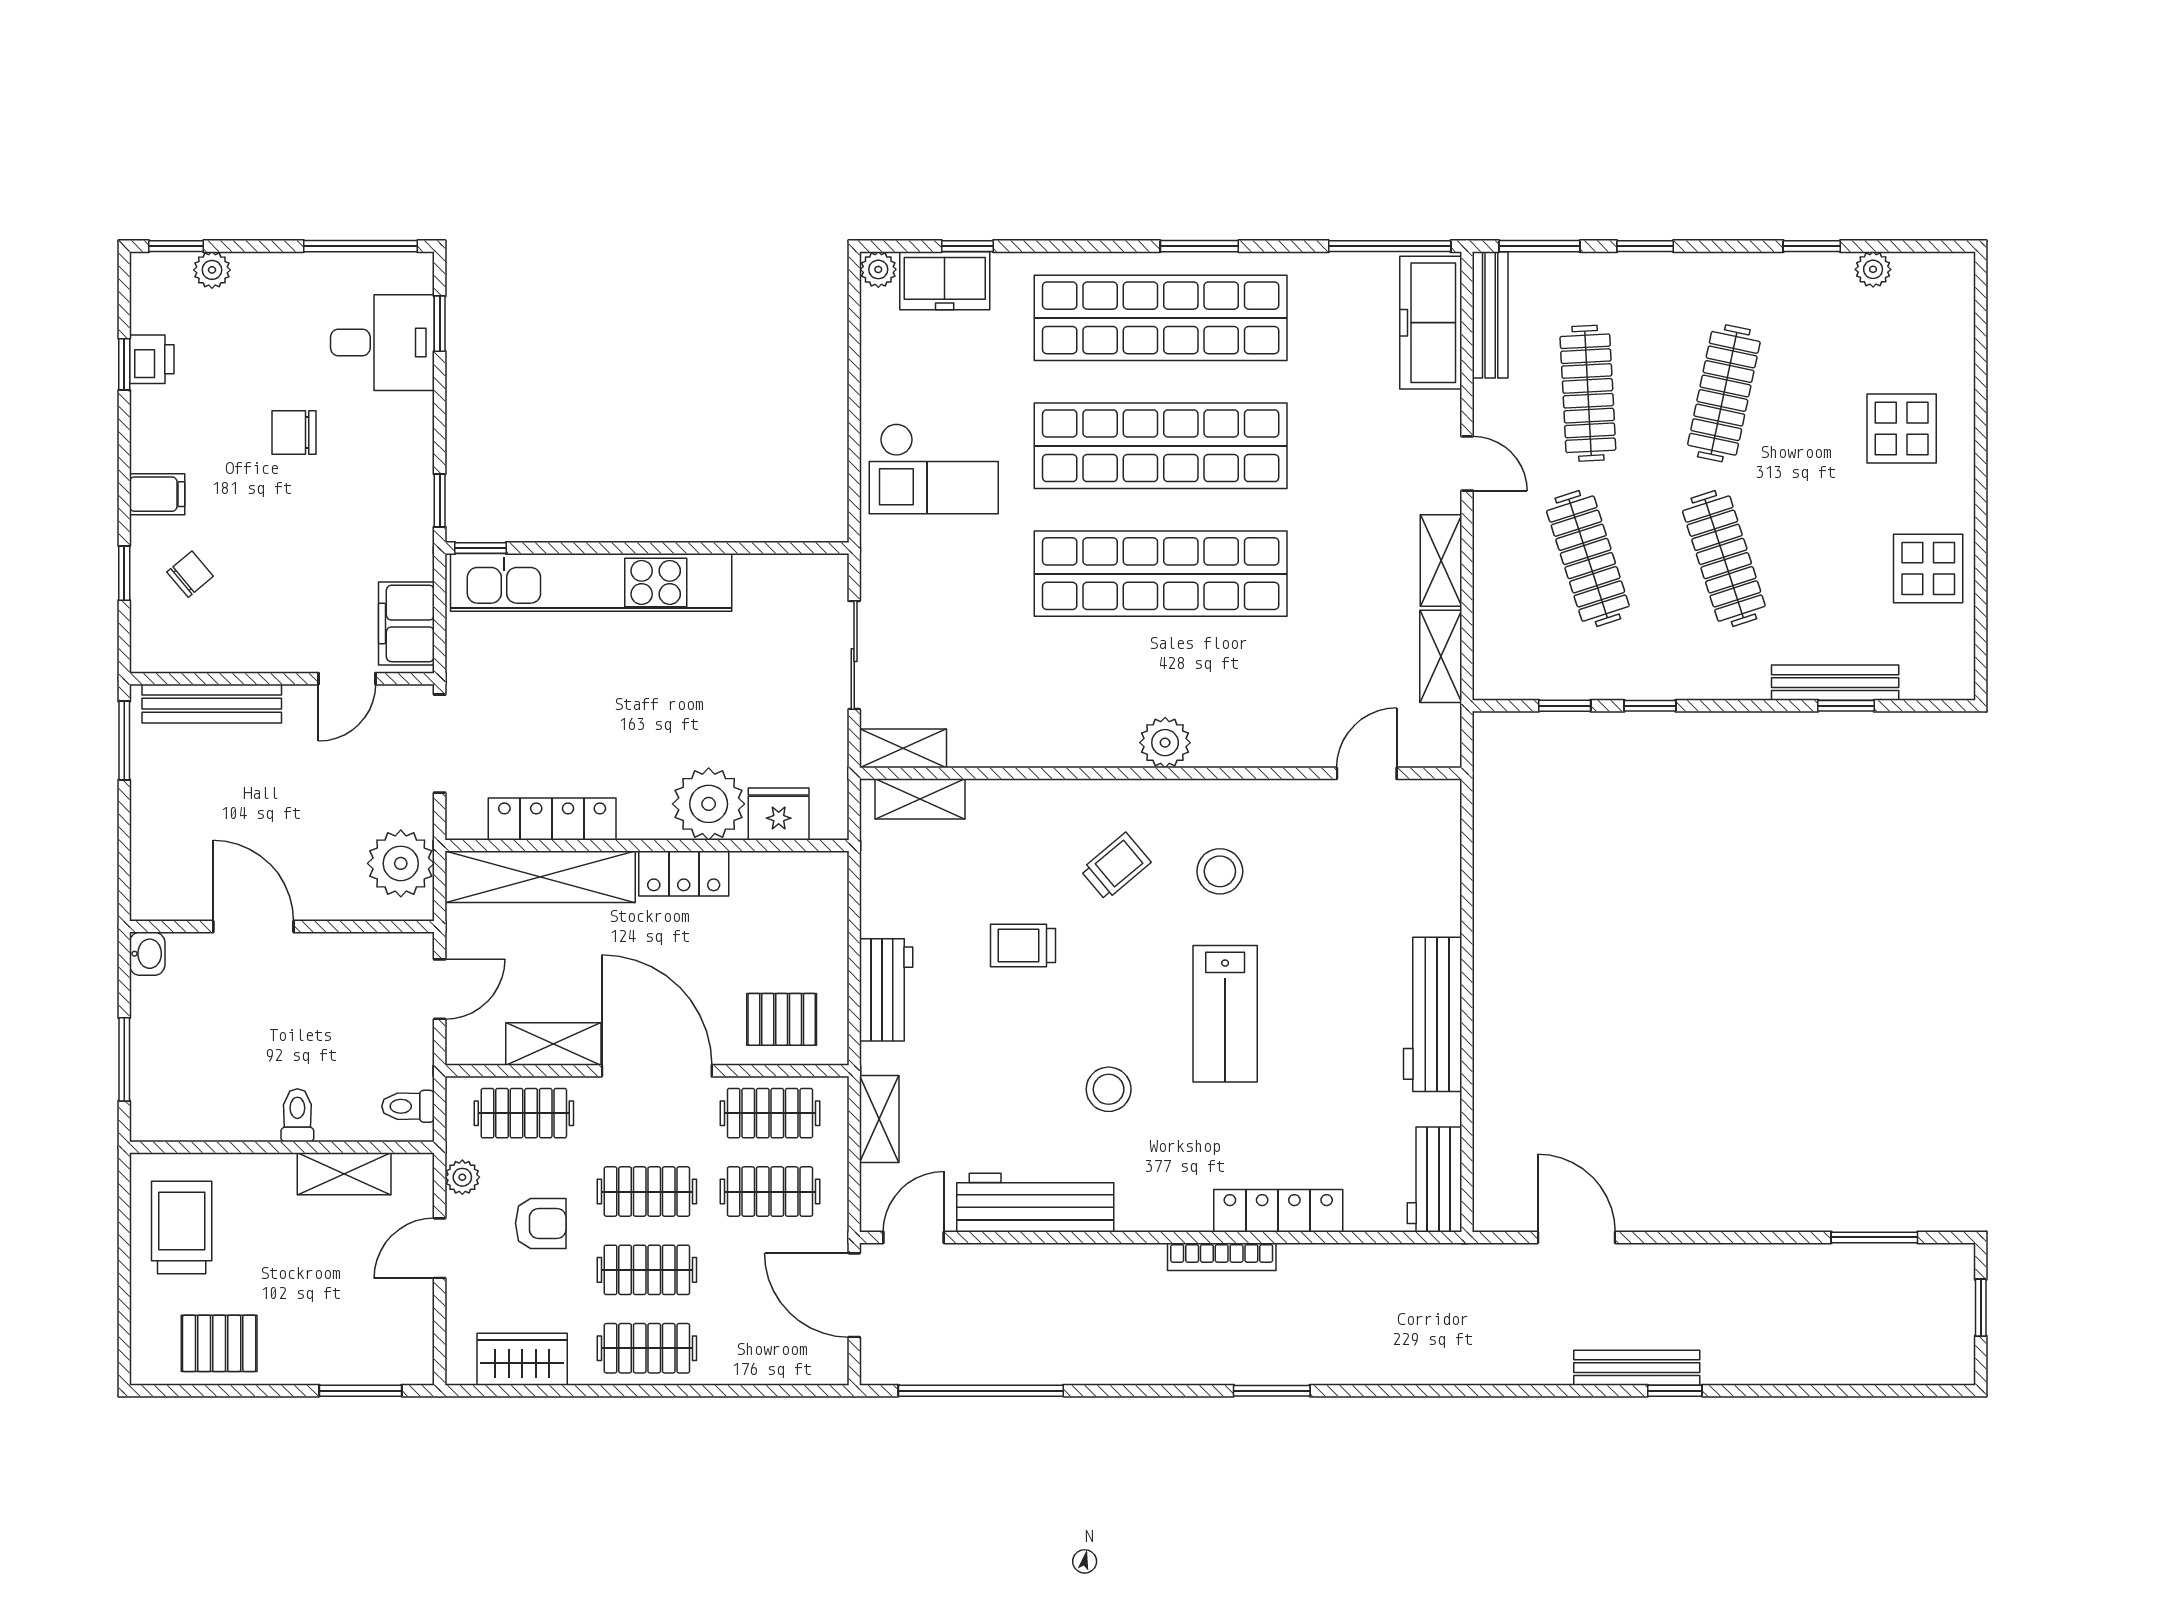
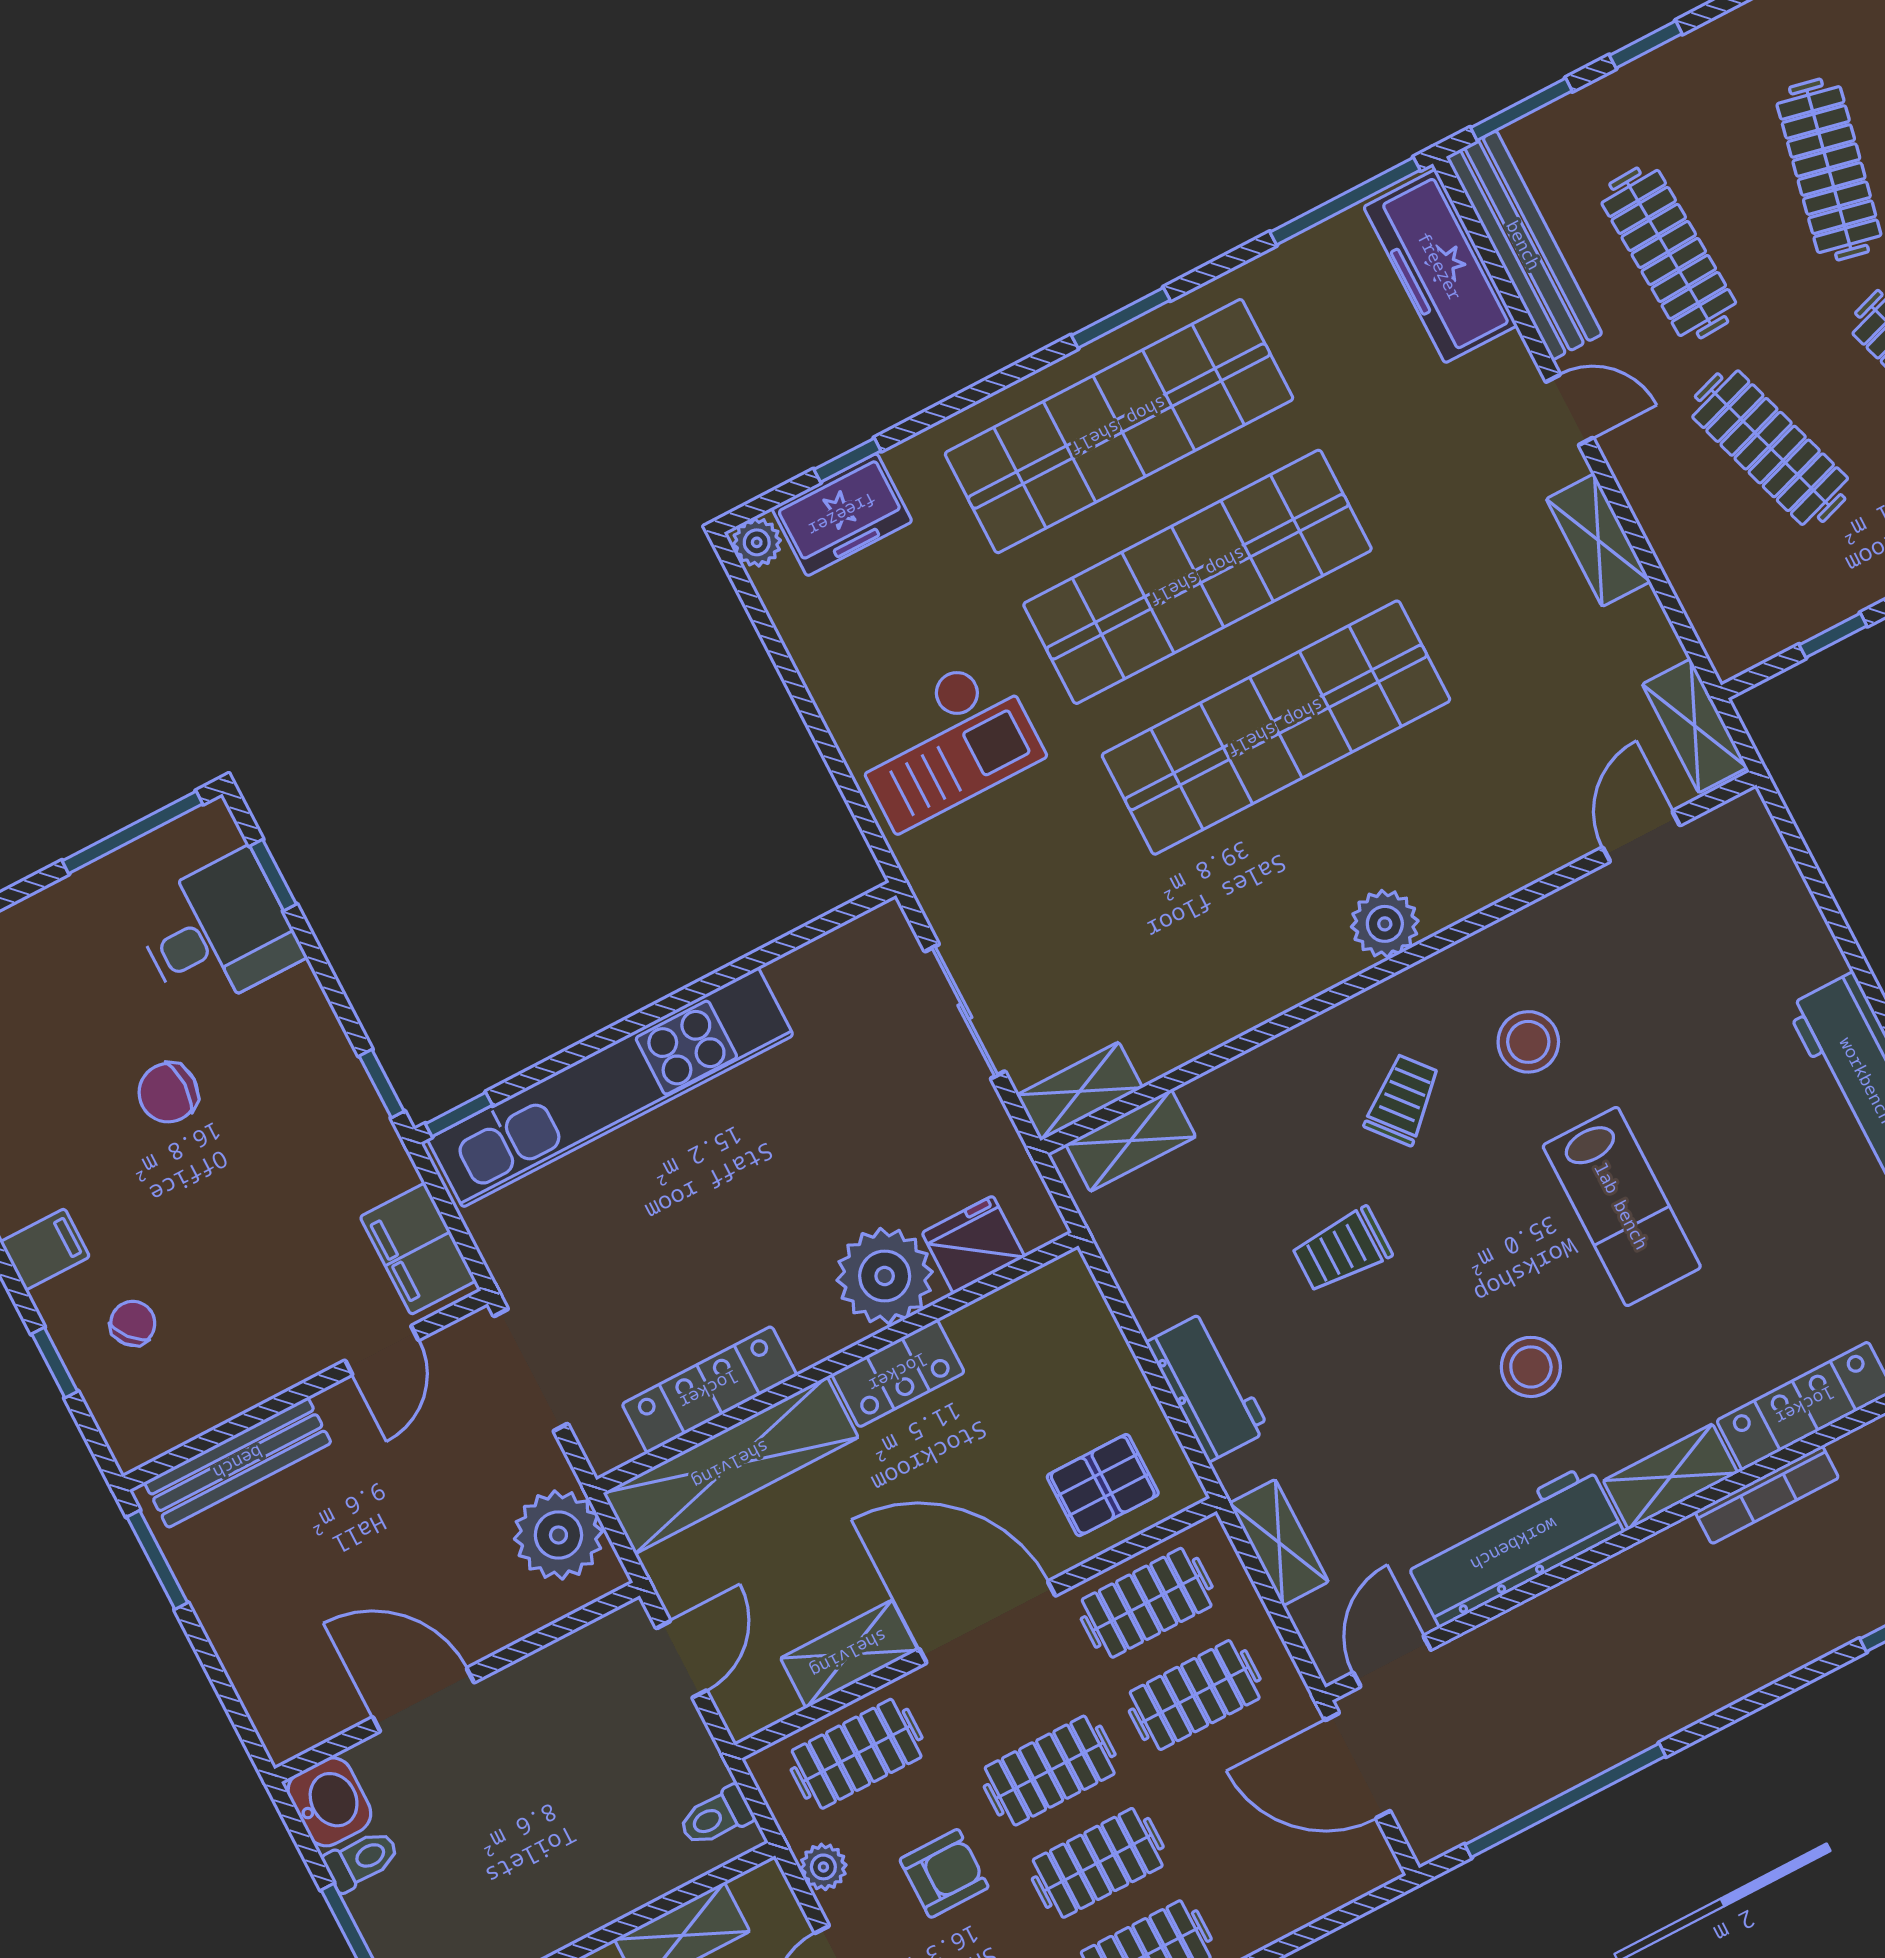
bench: (1490, 315) -> (1524, 245), width x1.37, depth x1.21
shelving: (1441, 656) -> (1695, 726), moved
washbasin: (147, 954) -> (329, 1802), width x1.38, depth x1.45
toilet: (297, 1115) -> (361, 1860), moved, turned 90
shelving: (1164, 1211) -> (1671, 1477), added

